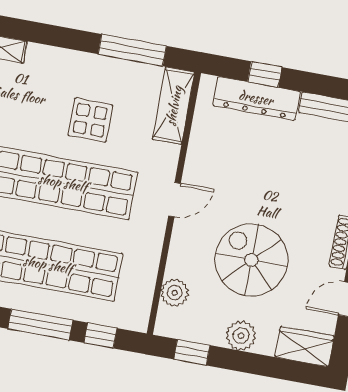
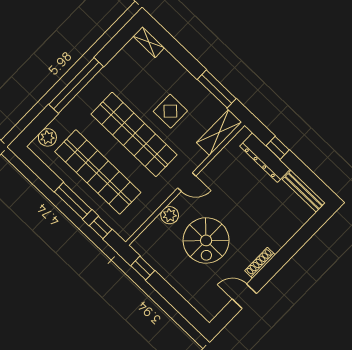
spiral stairs: (251, 260) -> (206, 240), turned 180
plant: (175, 293) -> (170, 215), moved
plant: (241, 336) -> (174, 276), removed
wardrobe: (305, 346) -> (204, 304), removed

